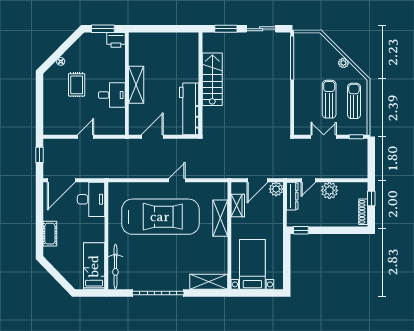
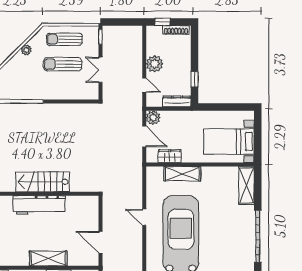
workbench: (189, 109) -> (39, 205), moved
dresser: (292, 196) -> (177, 101), moved
window: (301, 230) -> (195, 79), moved

